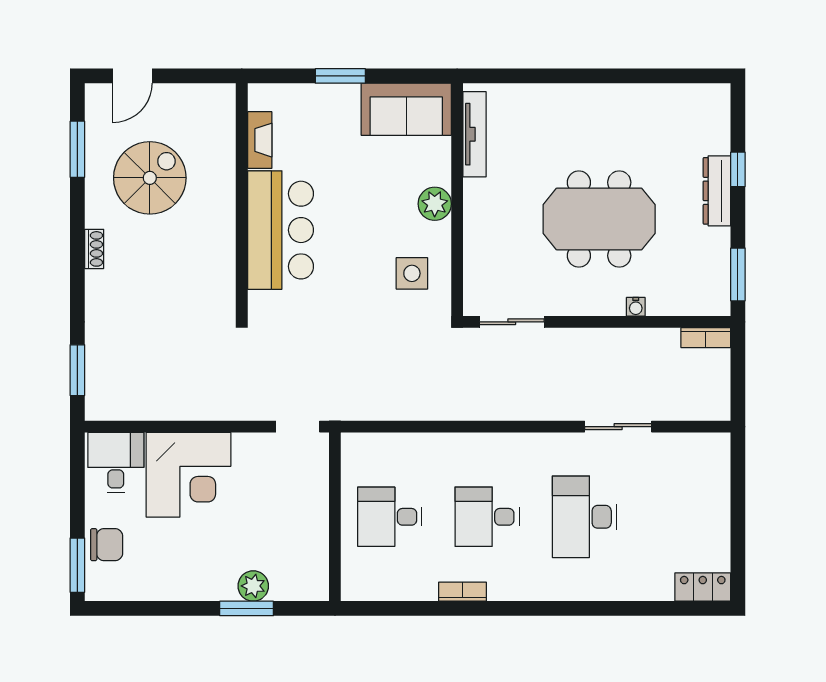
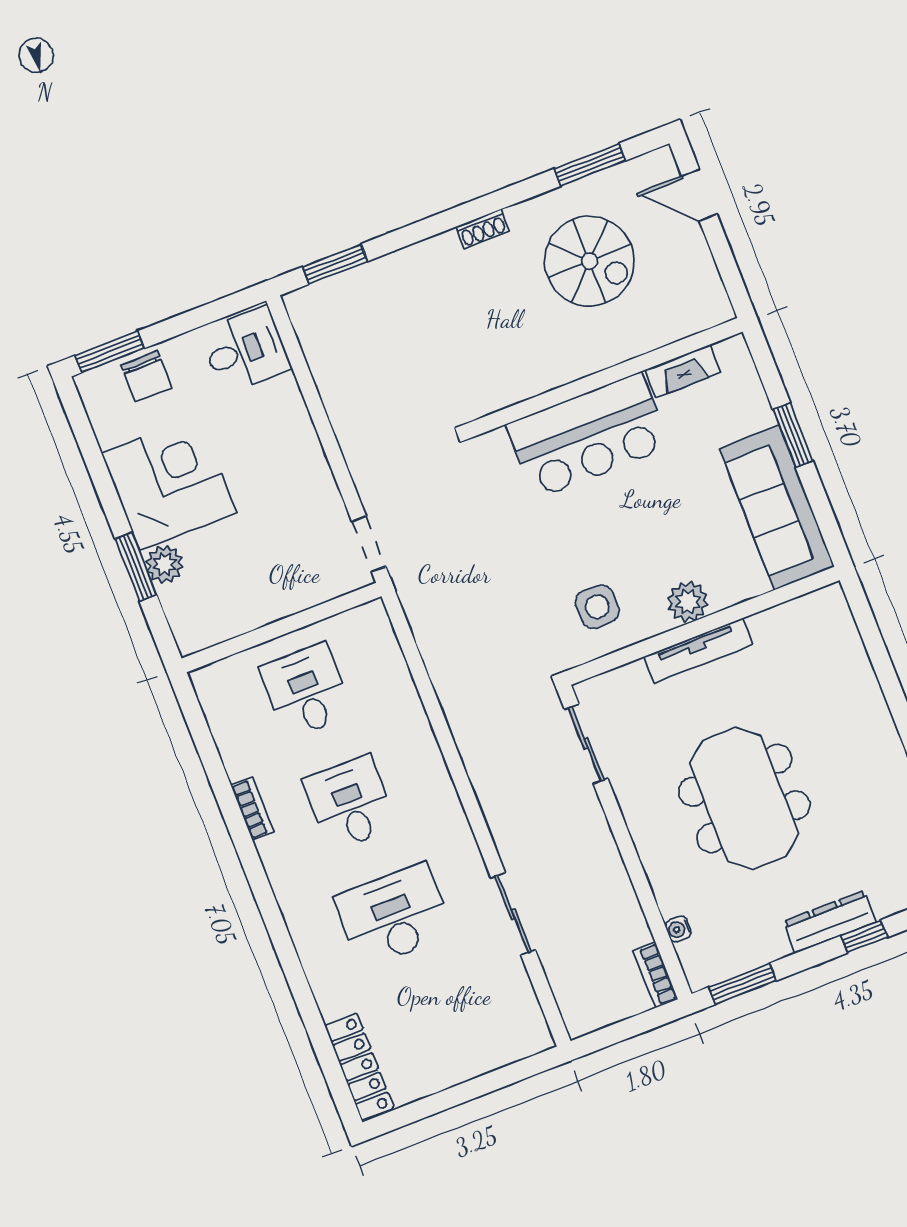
sofa: (406, 109) -> (777, 508), width x1.36
tv unit: (475, 134) -> (698, 651), moved
water cooler: (636, 307) -> (678, 929), moved
corner desk: (188, 475) -> (169, 483), moved, turned 180
locker: (703, 587) -> (359, 1067), width x1.53

